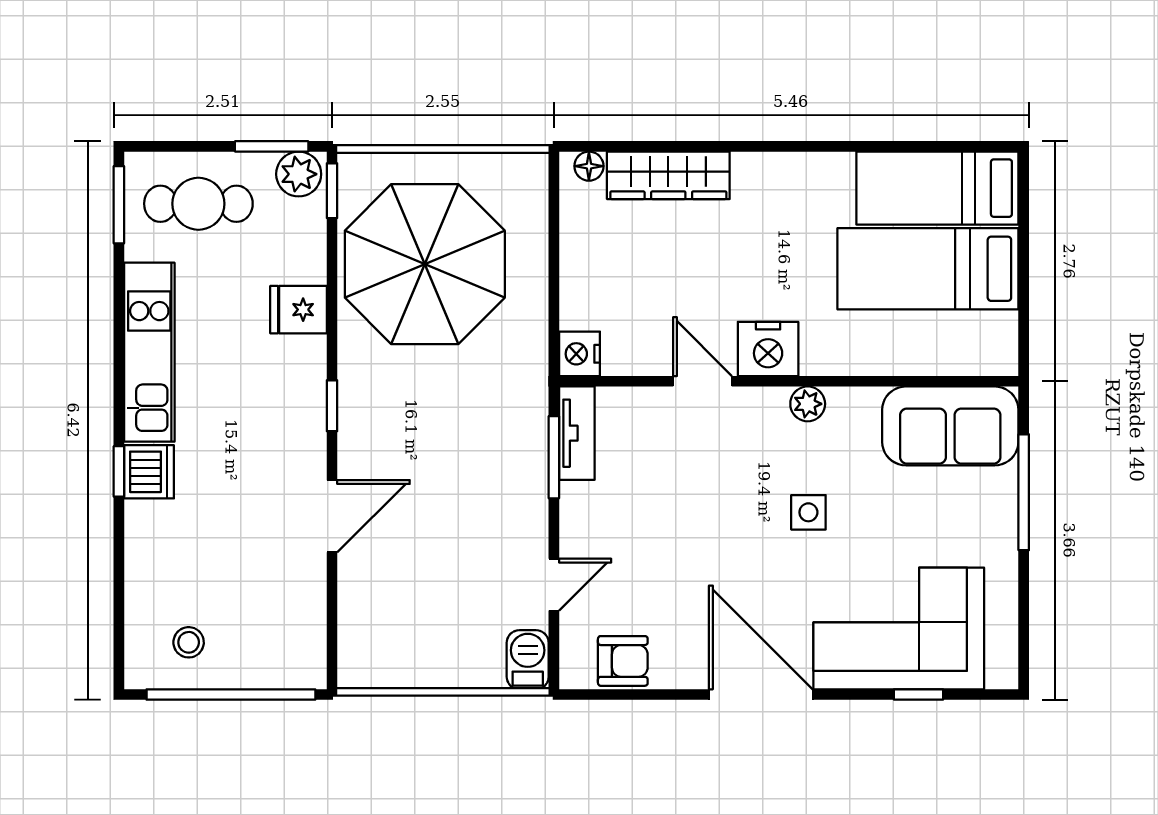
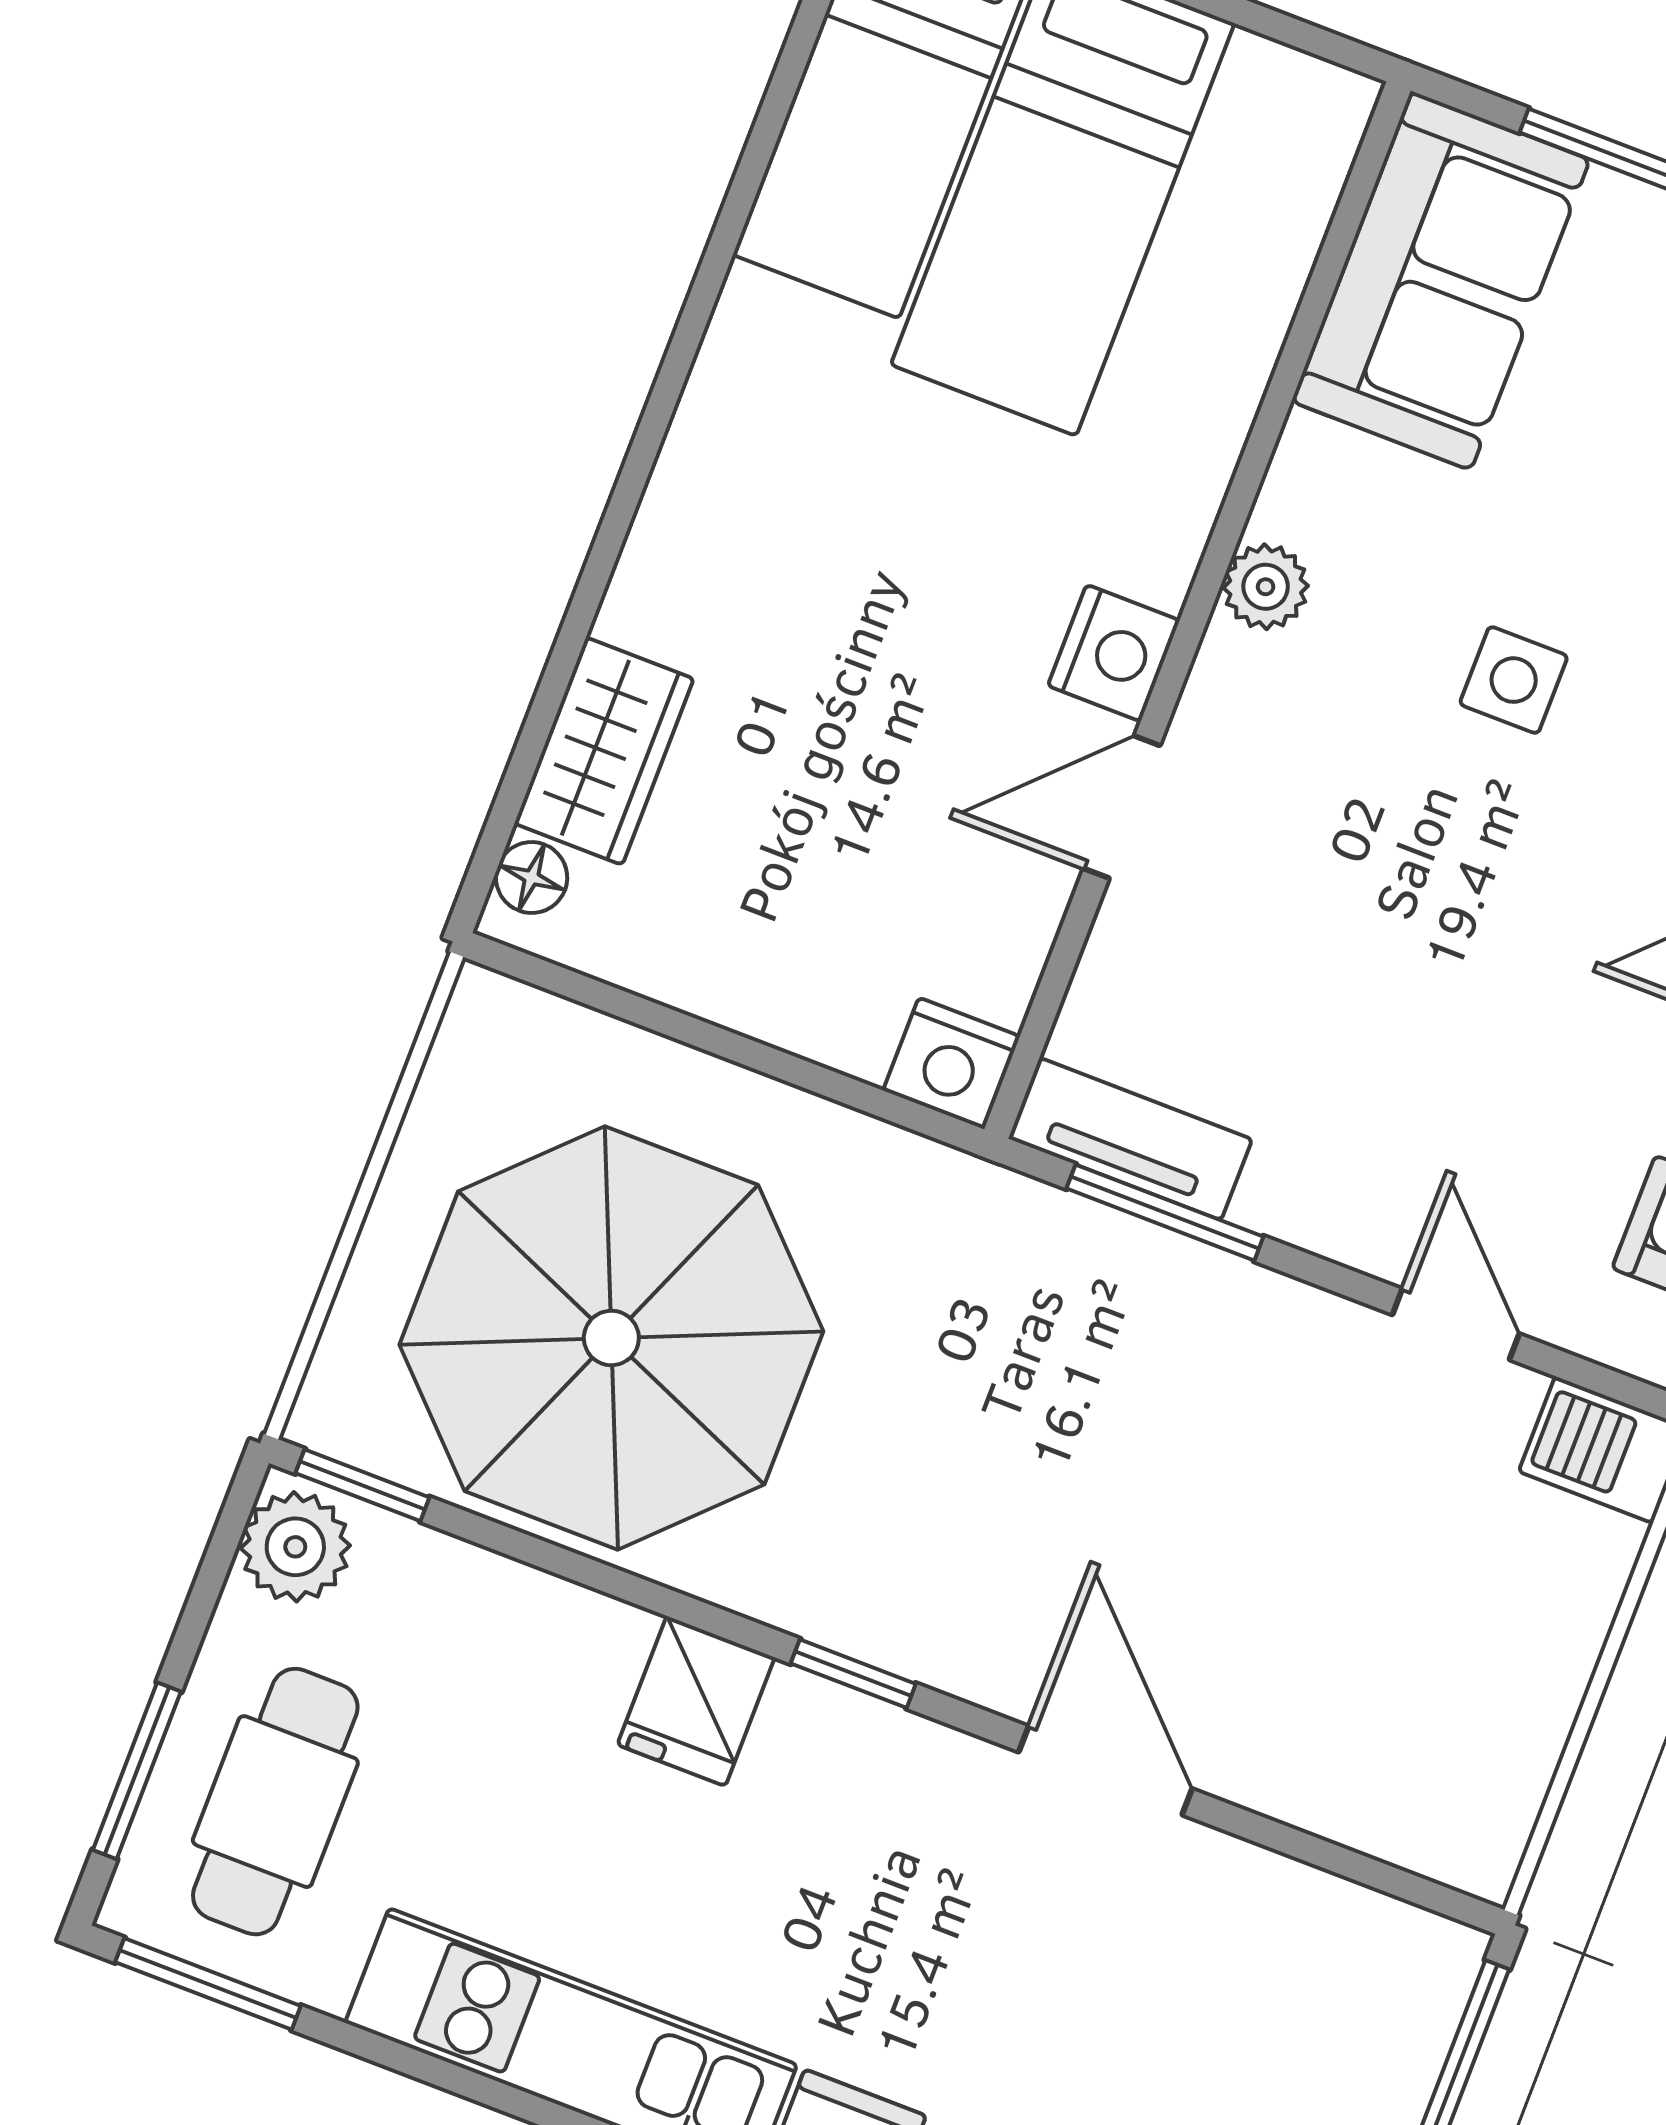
window: (272, 146) -> (137, 1771), moved
wardrobe: (668, 175) -> (604, 751), width x0.67
fridge: (298, 310) -> (696, 1701), moved
nightstand: (768, 349) -> (1114, 653), width x0.74, depth x0.75

